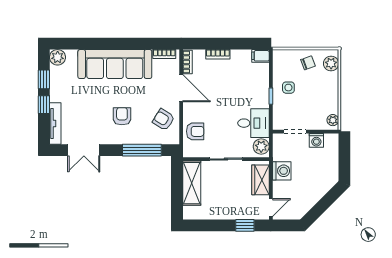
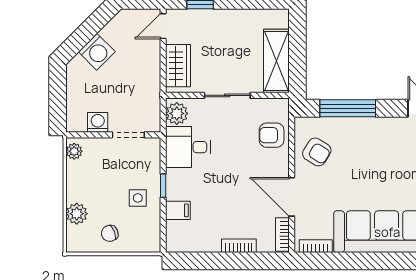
filing cabinet: (260, 56) -> (178, 210), moved
plant: (331, 63) -> (77, 214), moved
armchair: (122, 116) -> (376, 157), removed
washing machine: (282, 171) -> (97, 52), moved, turned -135

